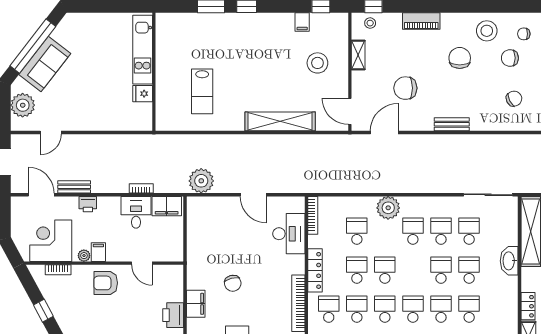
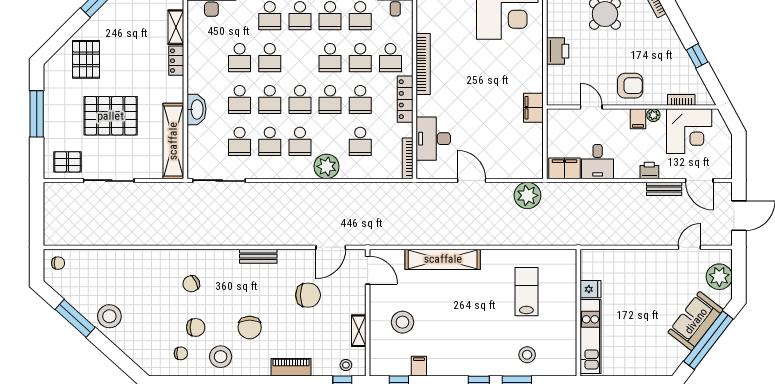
stool: (202, 33) -> (527, 355), added
bookcase: (141, 188) -> (592, 187), removed
chair: (233, 283) -> (494, 85), removed
filing cabinet: (196, 304) -> (533, 108), moved
school desk: (413, 309) -> (300, 99), moved

